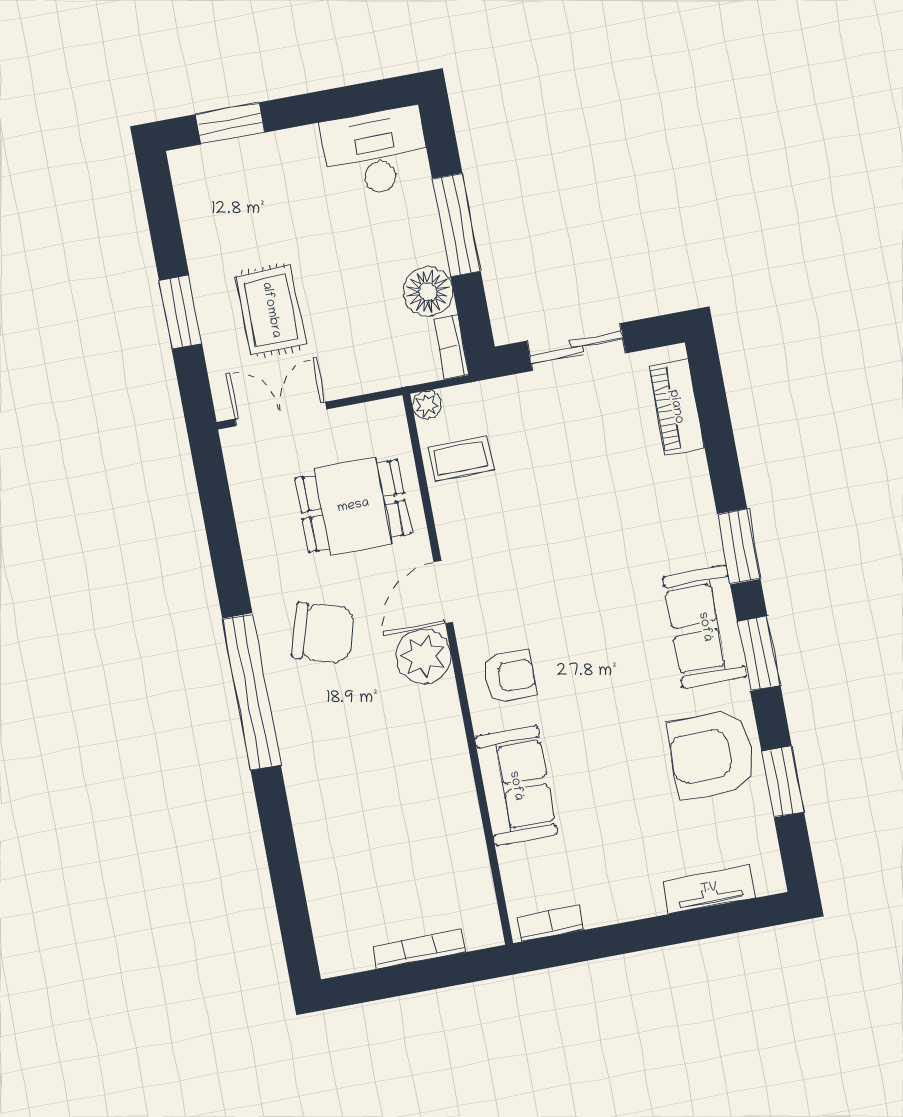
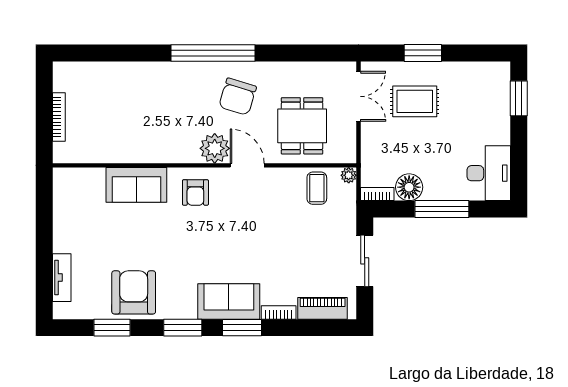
sofa: (705, 627) -> (229, 301), moved
bookcase: (551, 923) -> (279, 312), moved, turned -90

